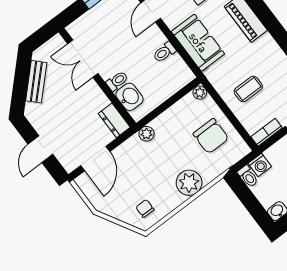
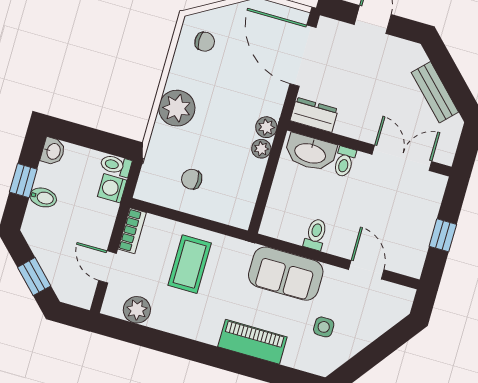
coffee table: (248, 89) -> (190, 264), width x1.36, depth x1.30
plant: (200, 93) -> (261, 149), moved
washbasin: (130, 97) -> (310, 153), width x1.38
chair: (211, 136) -> (192, 179), width x0.54, depth x0.54
door: (95, 159) -> (303, 56), width x1.36

